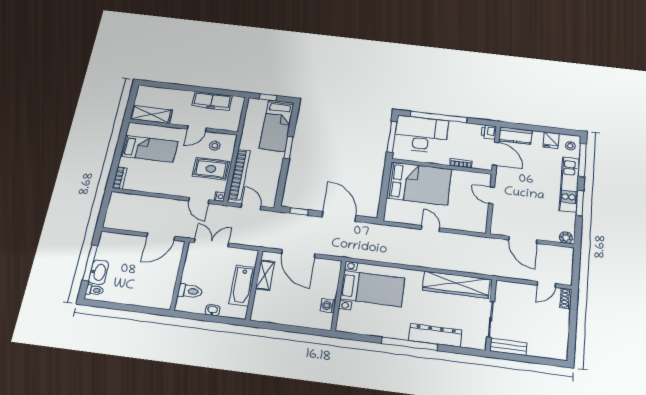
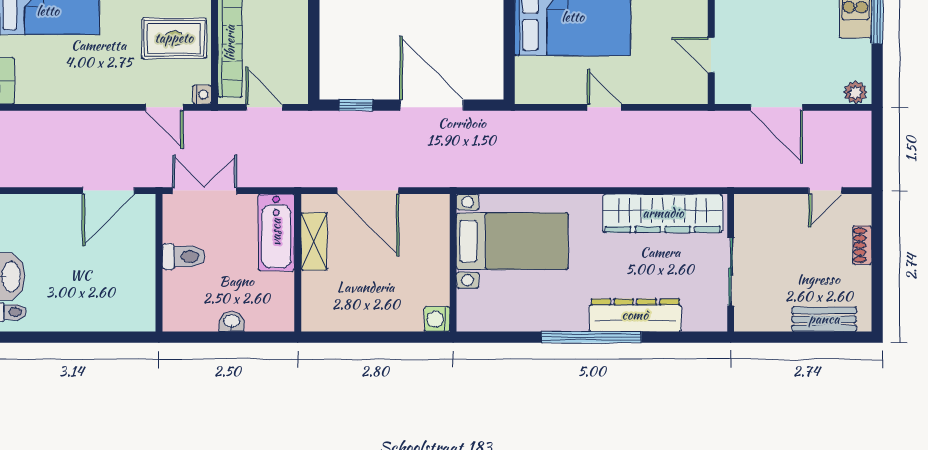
door: (492, 195) -> (711, 55), moved
bathtub: (242, 285) -> (276, 232), moved
toilet: (190, 291) -> (184, 257), moved
shoe rack: (566, 298) -> (862, 245), moved
washing machine: (328, 306) -> (437, 319), moved
bench: (508, 347) -> (824, 319), moved

